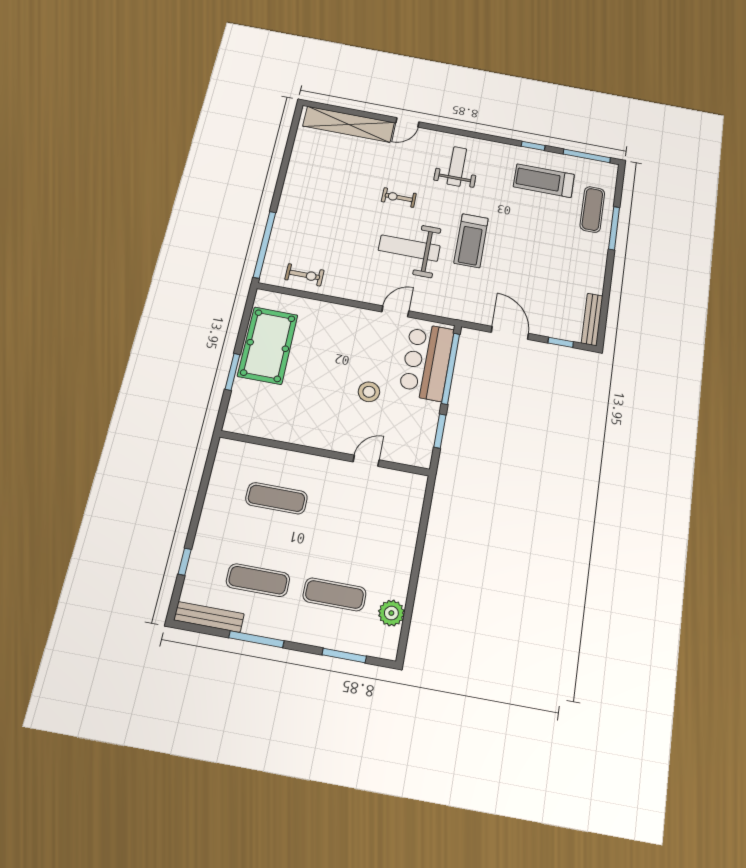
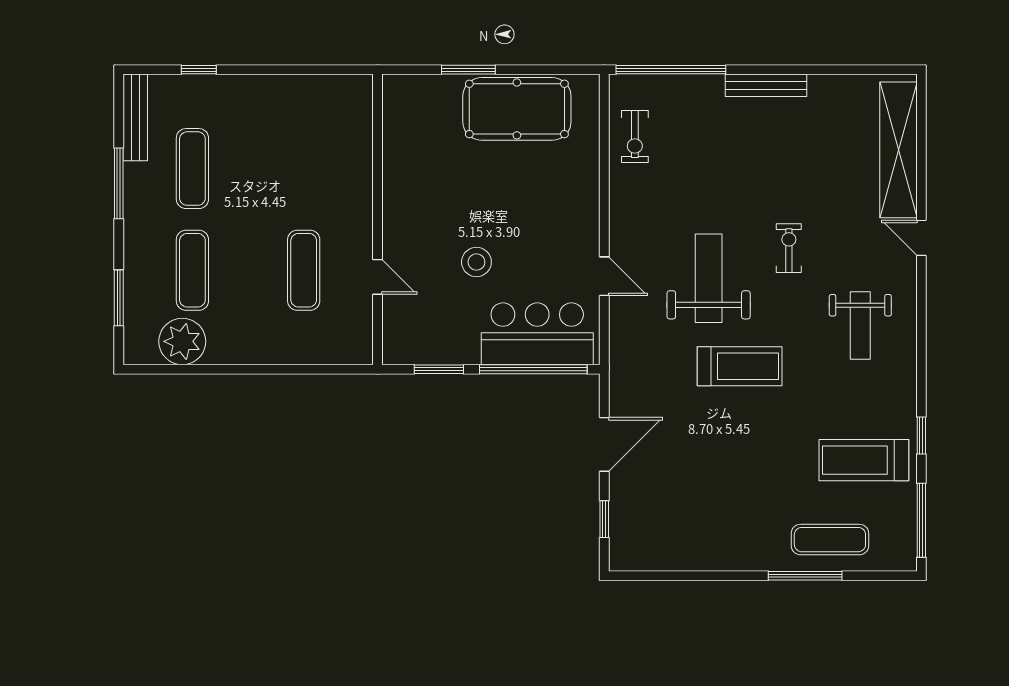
weight bench: (457, 166) -> (860, 326), turned 90
treadmill: (544, 181) -> (864, 460), turned -90
treadmill: (471, 241) -> (740, 366), turned 180
bench: (592, 319) -> (766, 85), moved
exercise mat: (276, 498) -> (304, 270), moved
plant: (391, 613) -> (182, 341), width x1.36, depth x1.36

